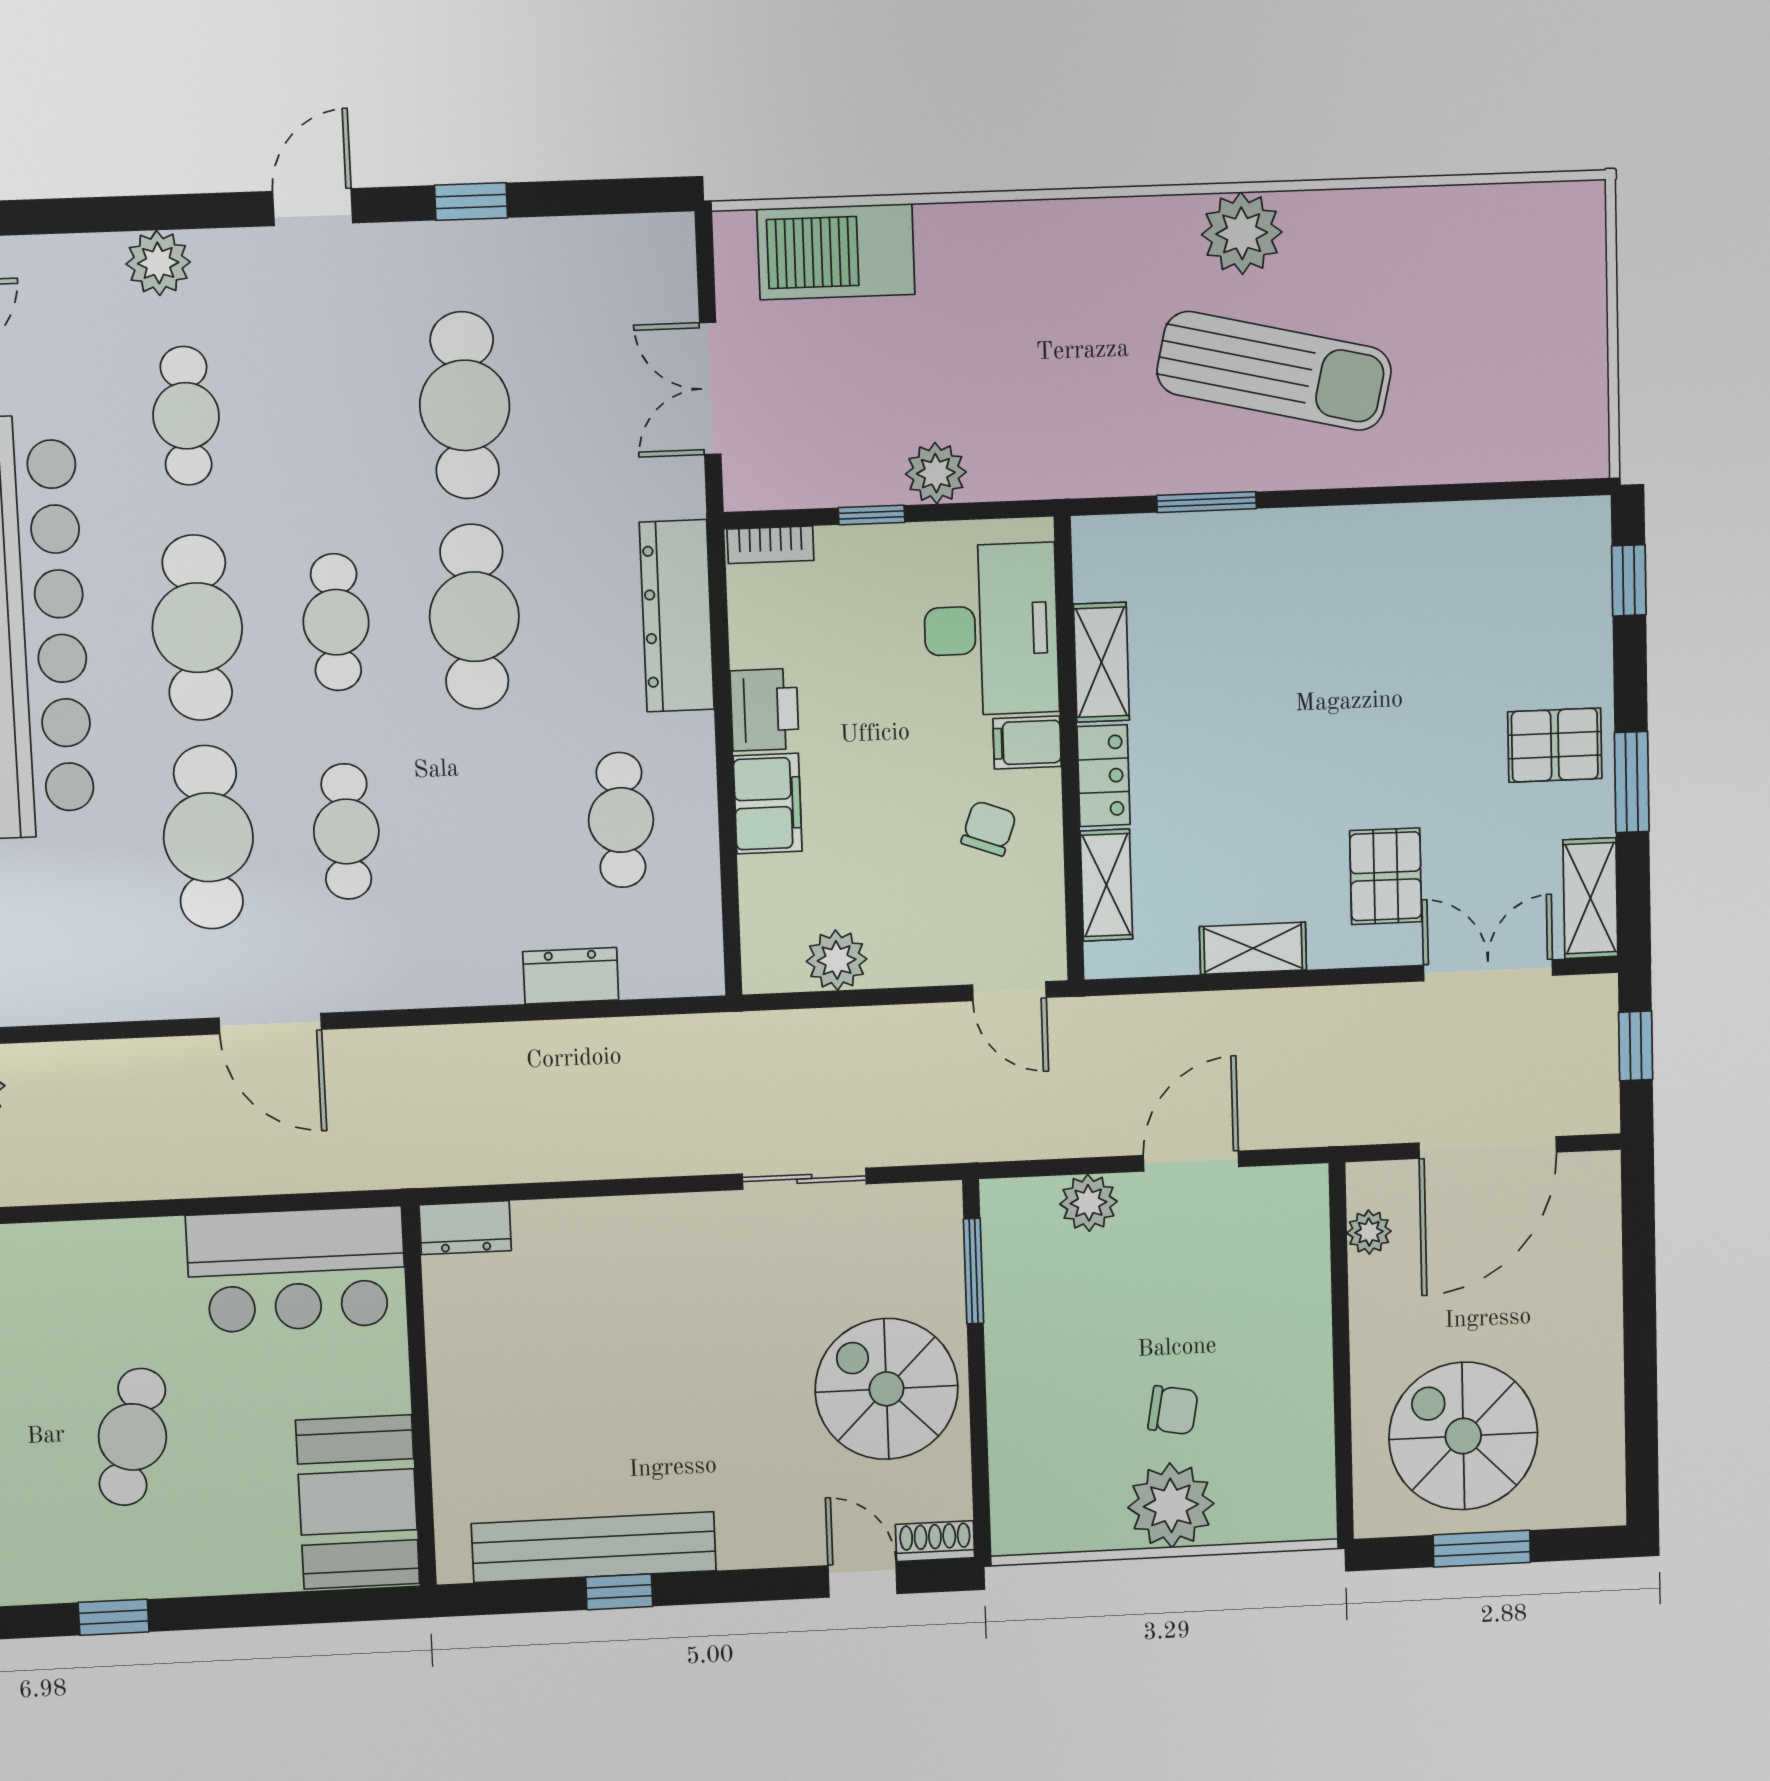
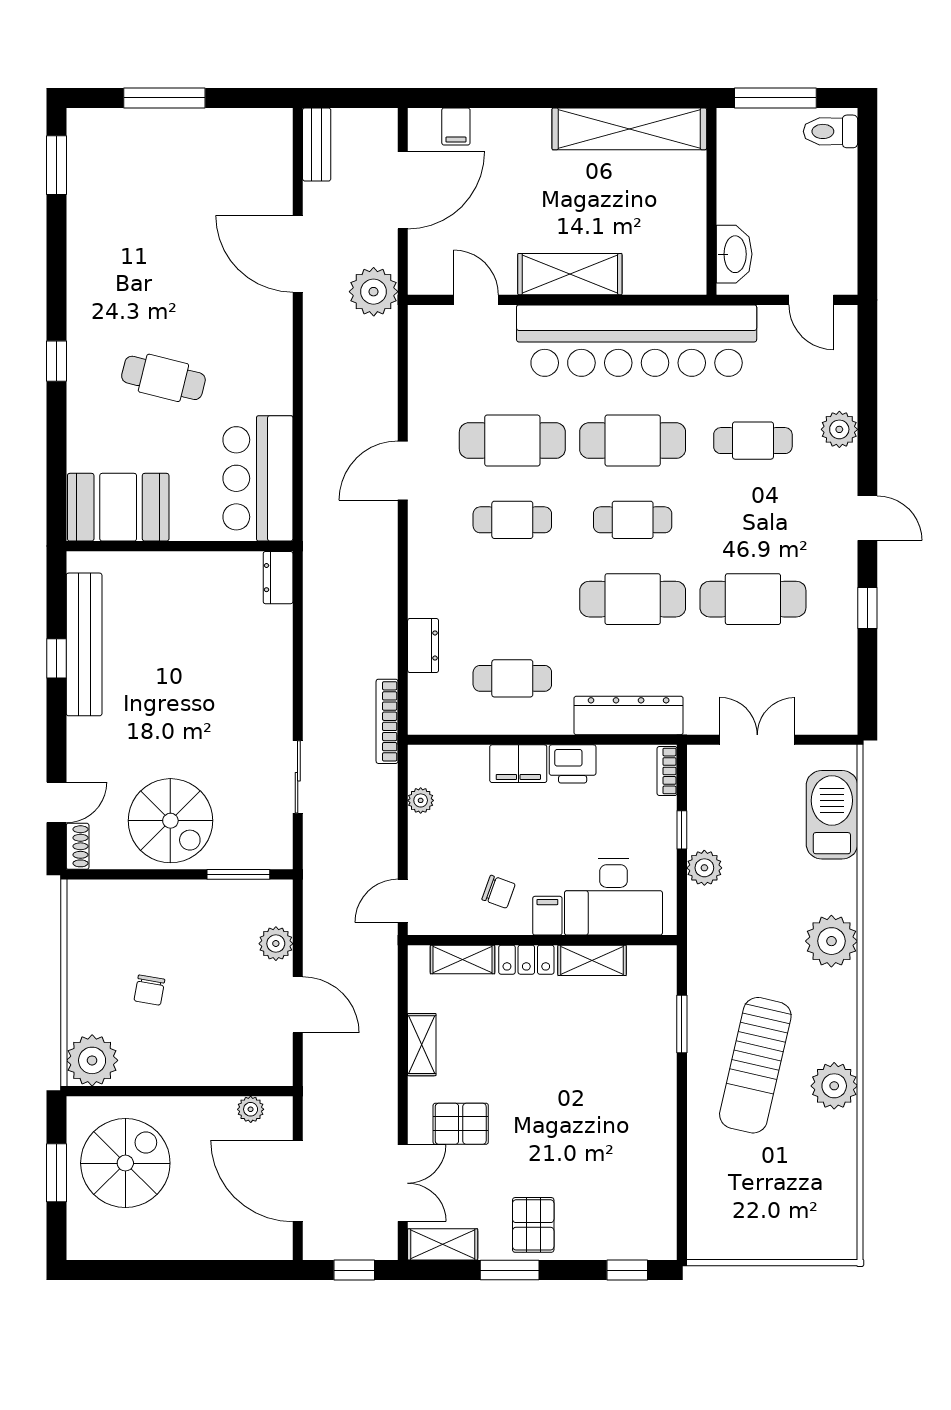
plant: (1242, 233) -> (834, 1086), moved
plant: (1056, 245) -> (831, 941), added
plant: (837, 960) -> (421, 800), width x0.73, depth x0.73
bookcase: (704, 1032) -> (387, 721), added
spiral stairs: (886, 1389) -> (170, 821), turned 90
plant: (1171, 1505) -> (92, 1060), moved

